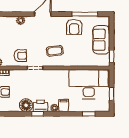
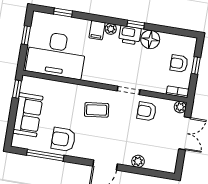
armchair: (74, 27) -> (63, 139), turned -90

